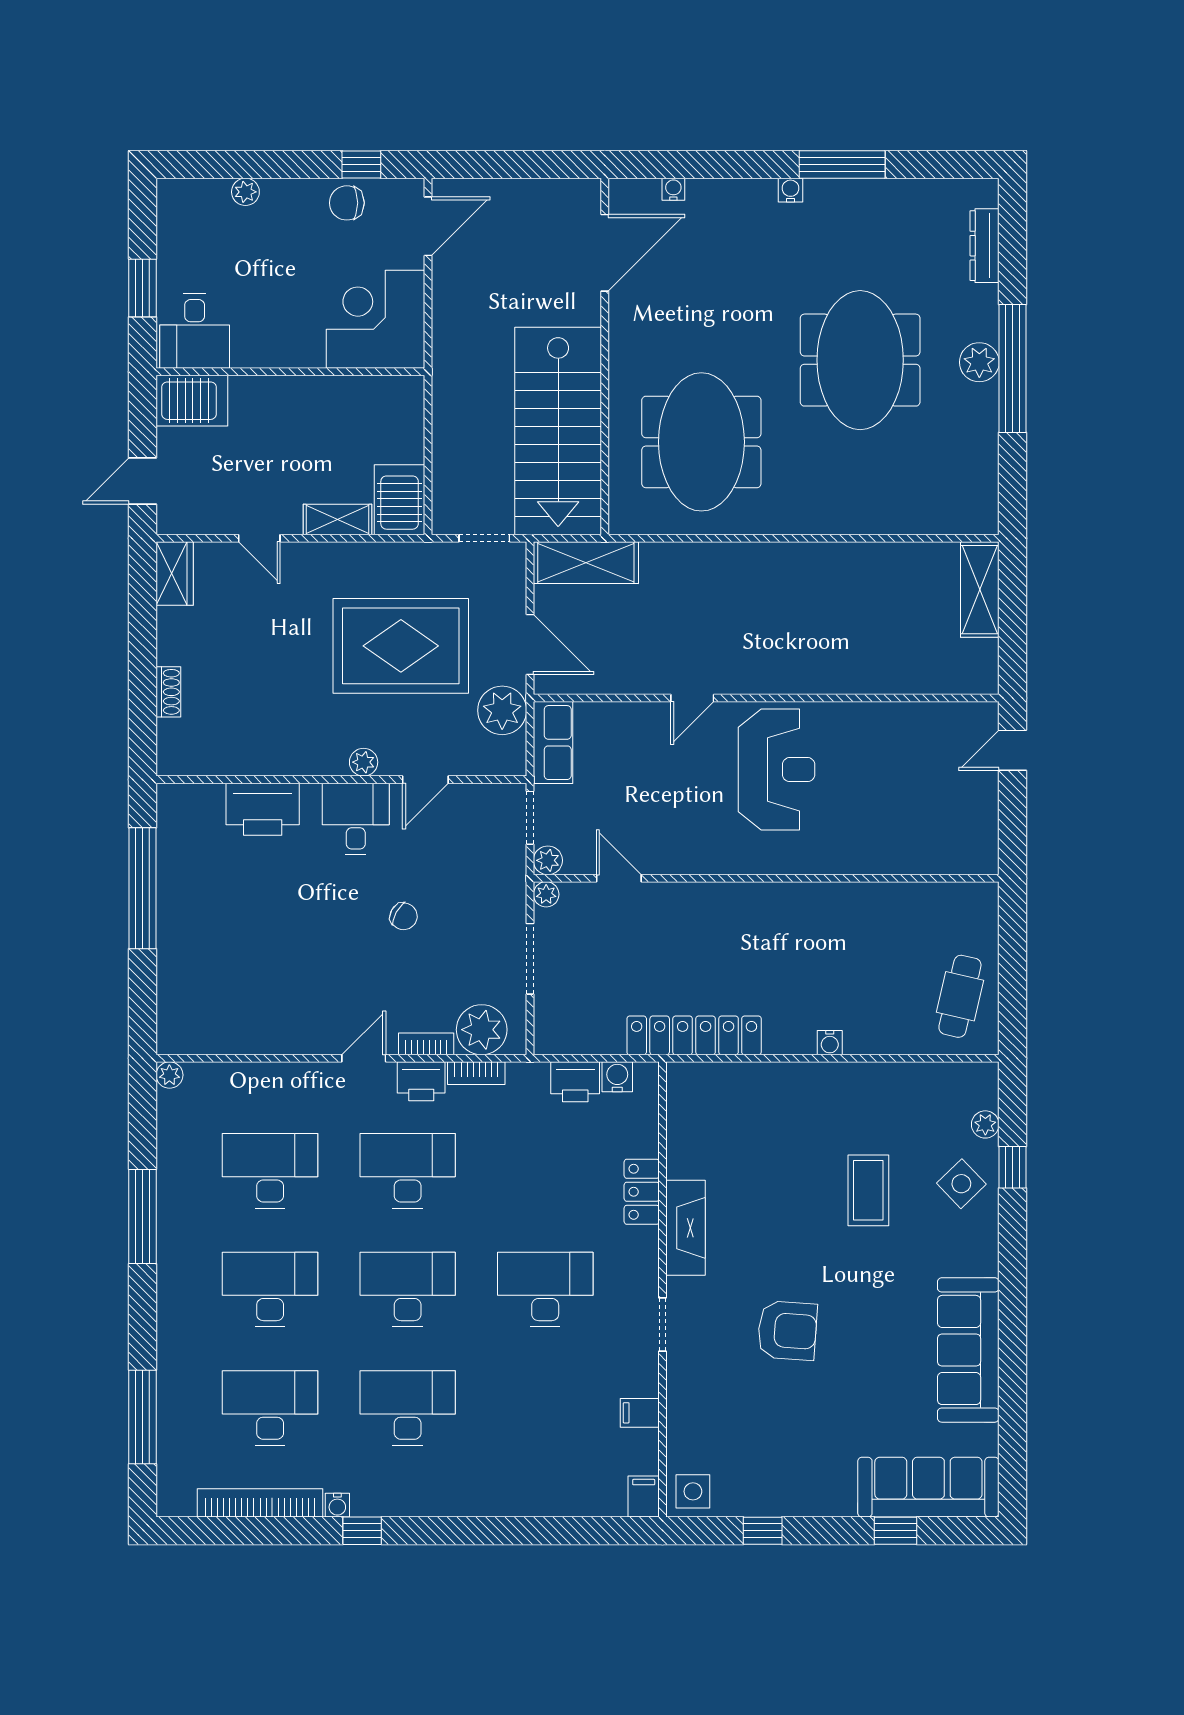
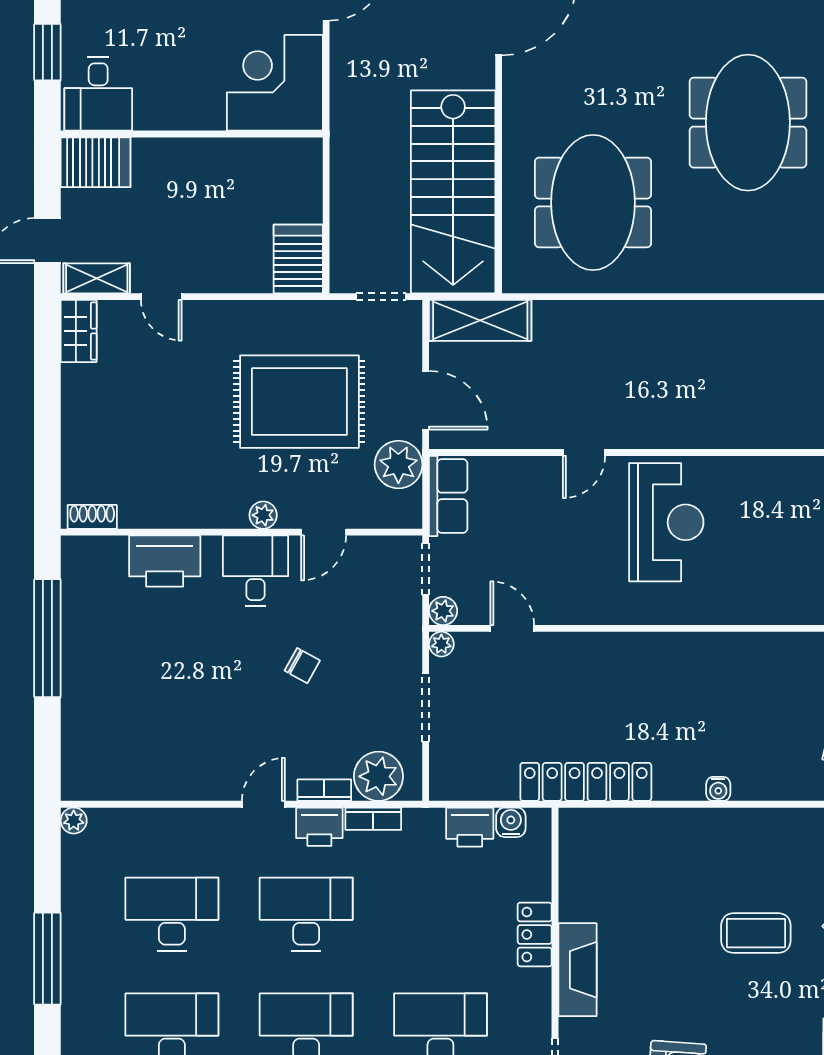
shelving: (338, 520) -> (97, 278), moved
shoe rack: (168, 692) -> (92, 517), moved, turned -90
coffee table: (868, 1190) -> (756, 933), turned 90

